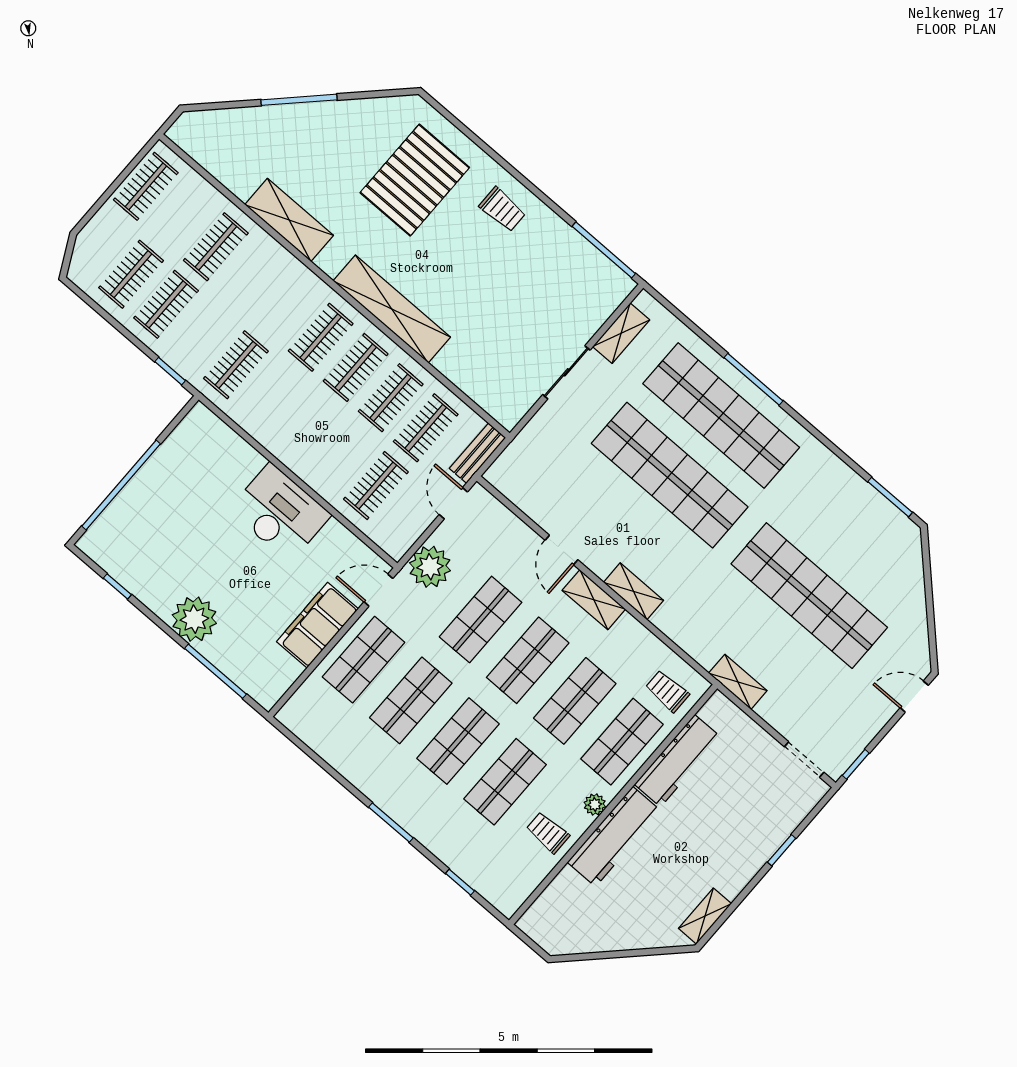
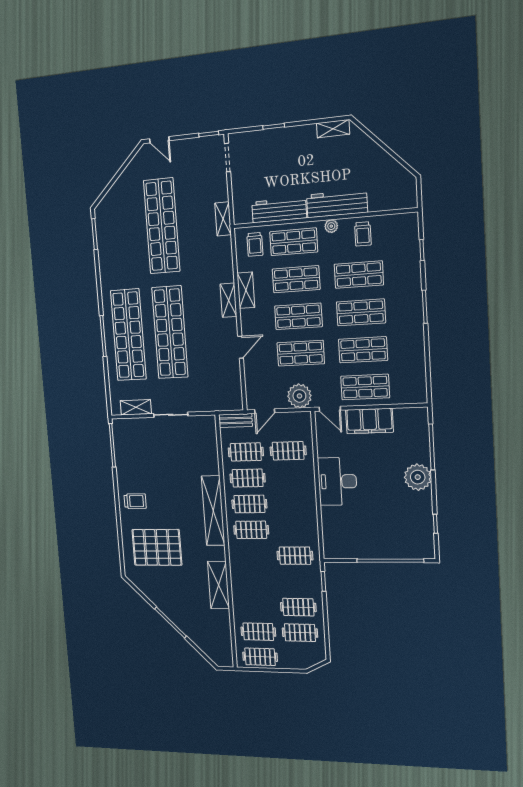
trolley: (502, 209) -> (135, 501), turned 90
clothes rail: (216, 247) -> (258, 632), moved
shelving: (594, 600) -> (246, 290), moved

